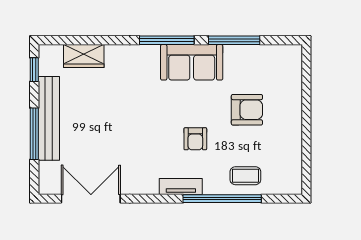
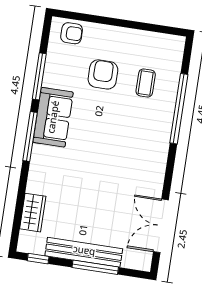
armchair: (195, 139) -> (72, 33), moved
coffee table: (245, 176) -> (146, 83), moved
tv unit: (181, 186) -> (162, 144), removed

